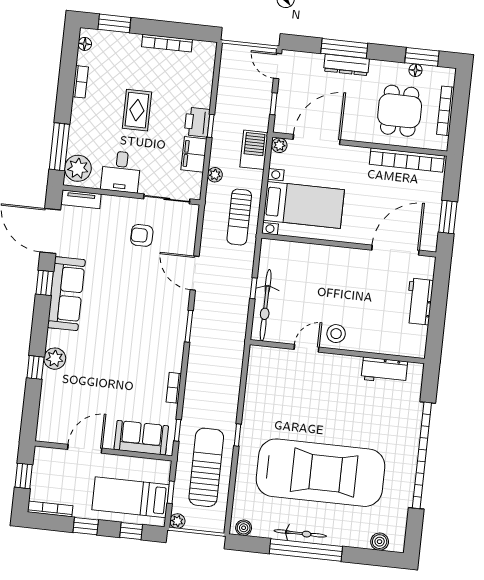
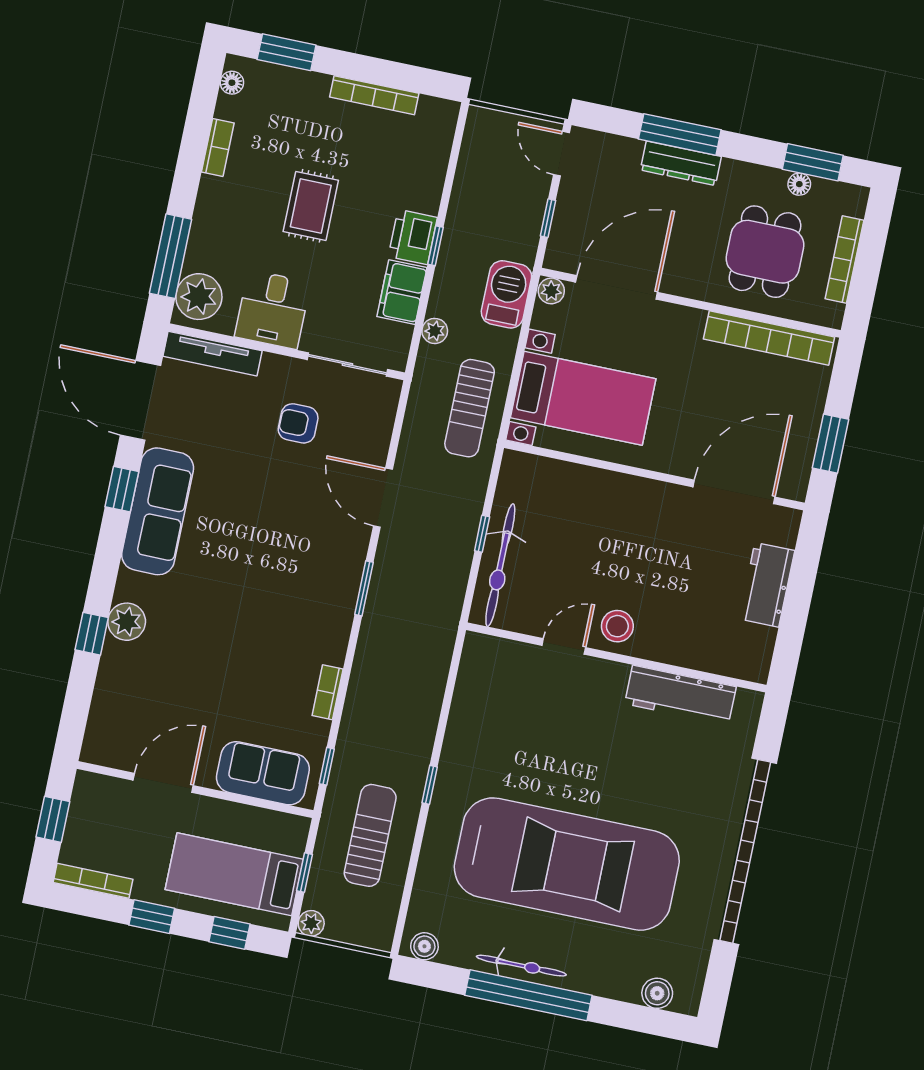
tv unit: (81, 199) -> (212, 354), width x1.41
workbench: (384, 370) -> (680, 695), width x1.38
sun lounger: (206, 467) -> (370, 835), width x0.73, depth x0.75

